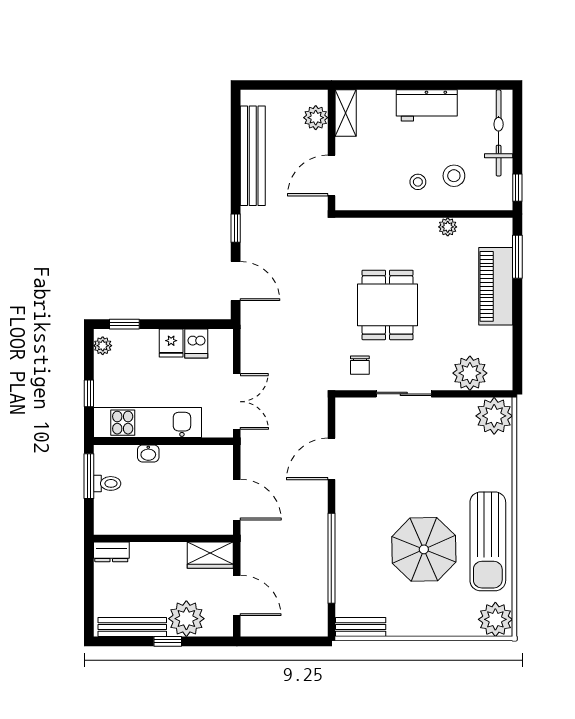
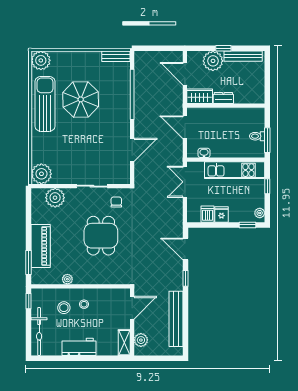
washbasin: (148, 453) -> (204, 153), moved
dresser: (111, 552) -> (223, 98), moved

